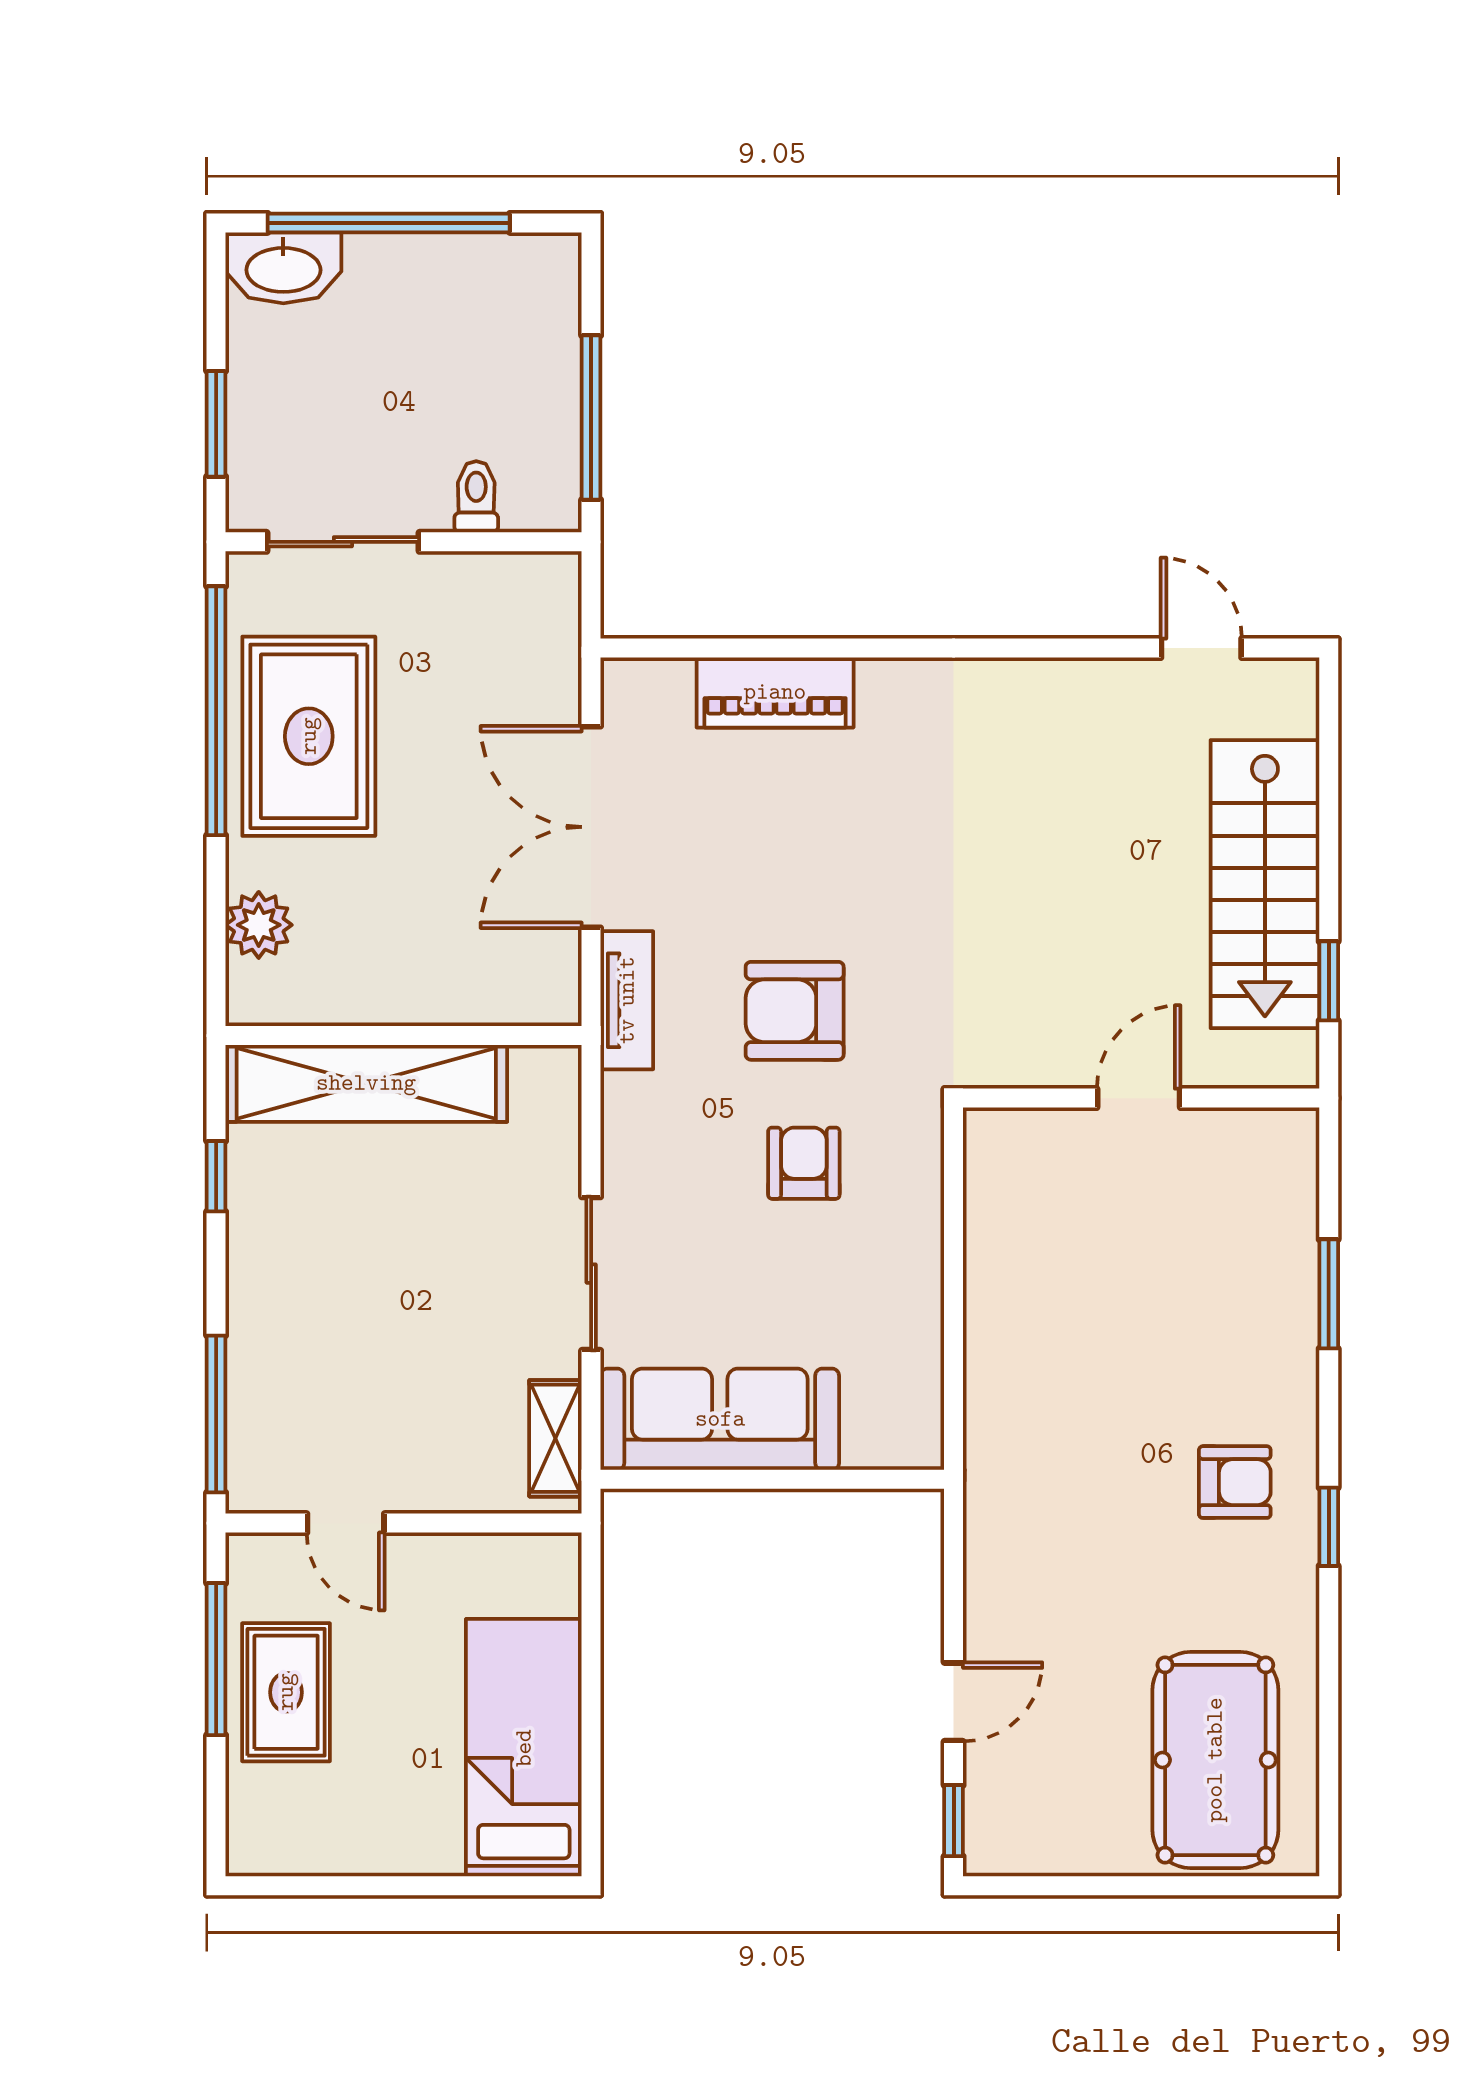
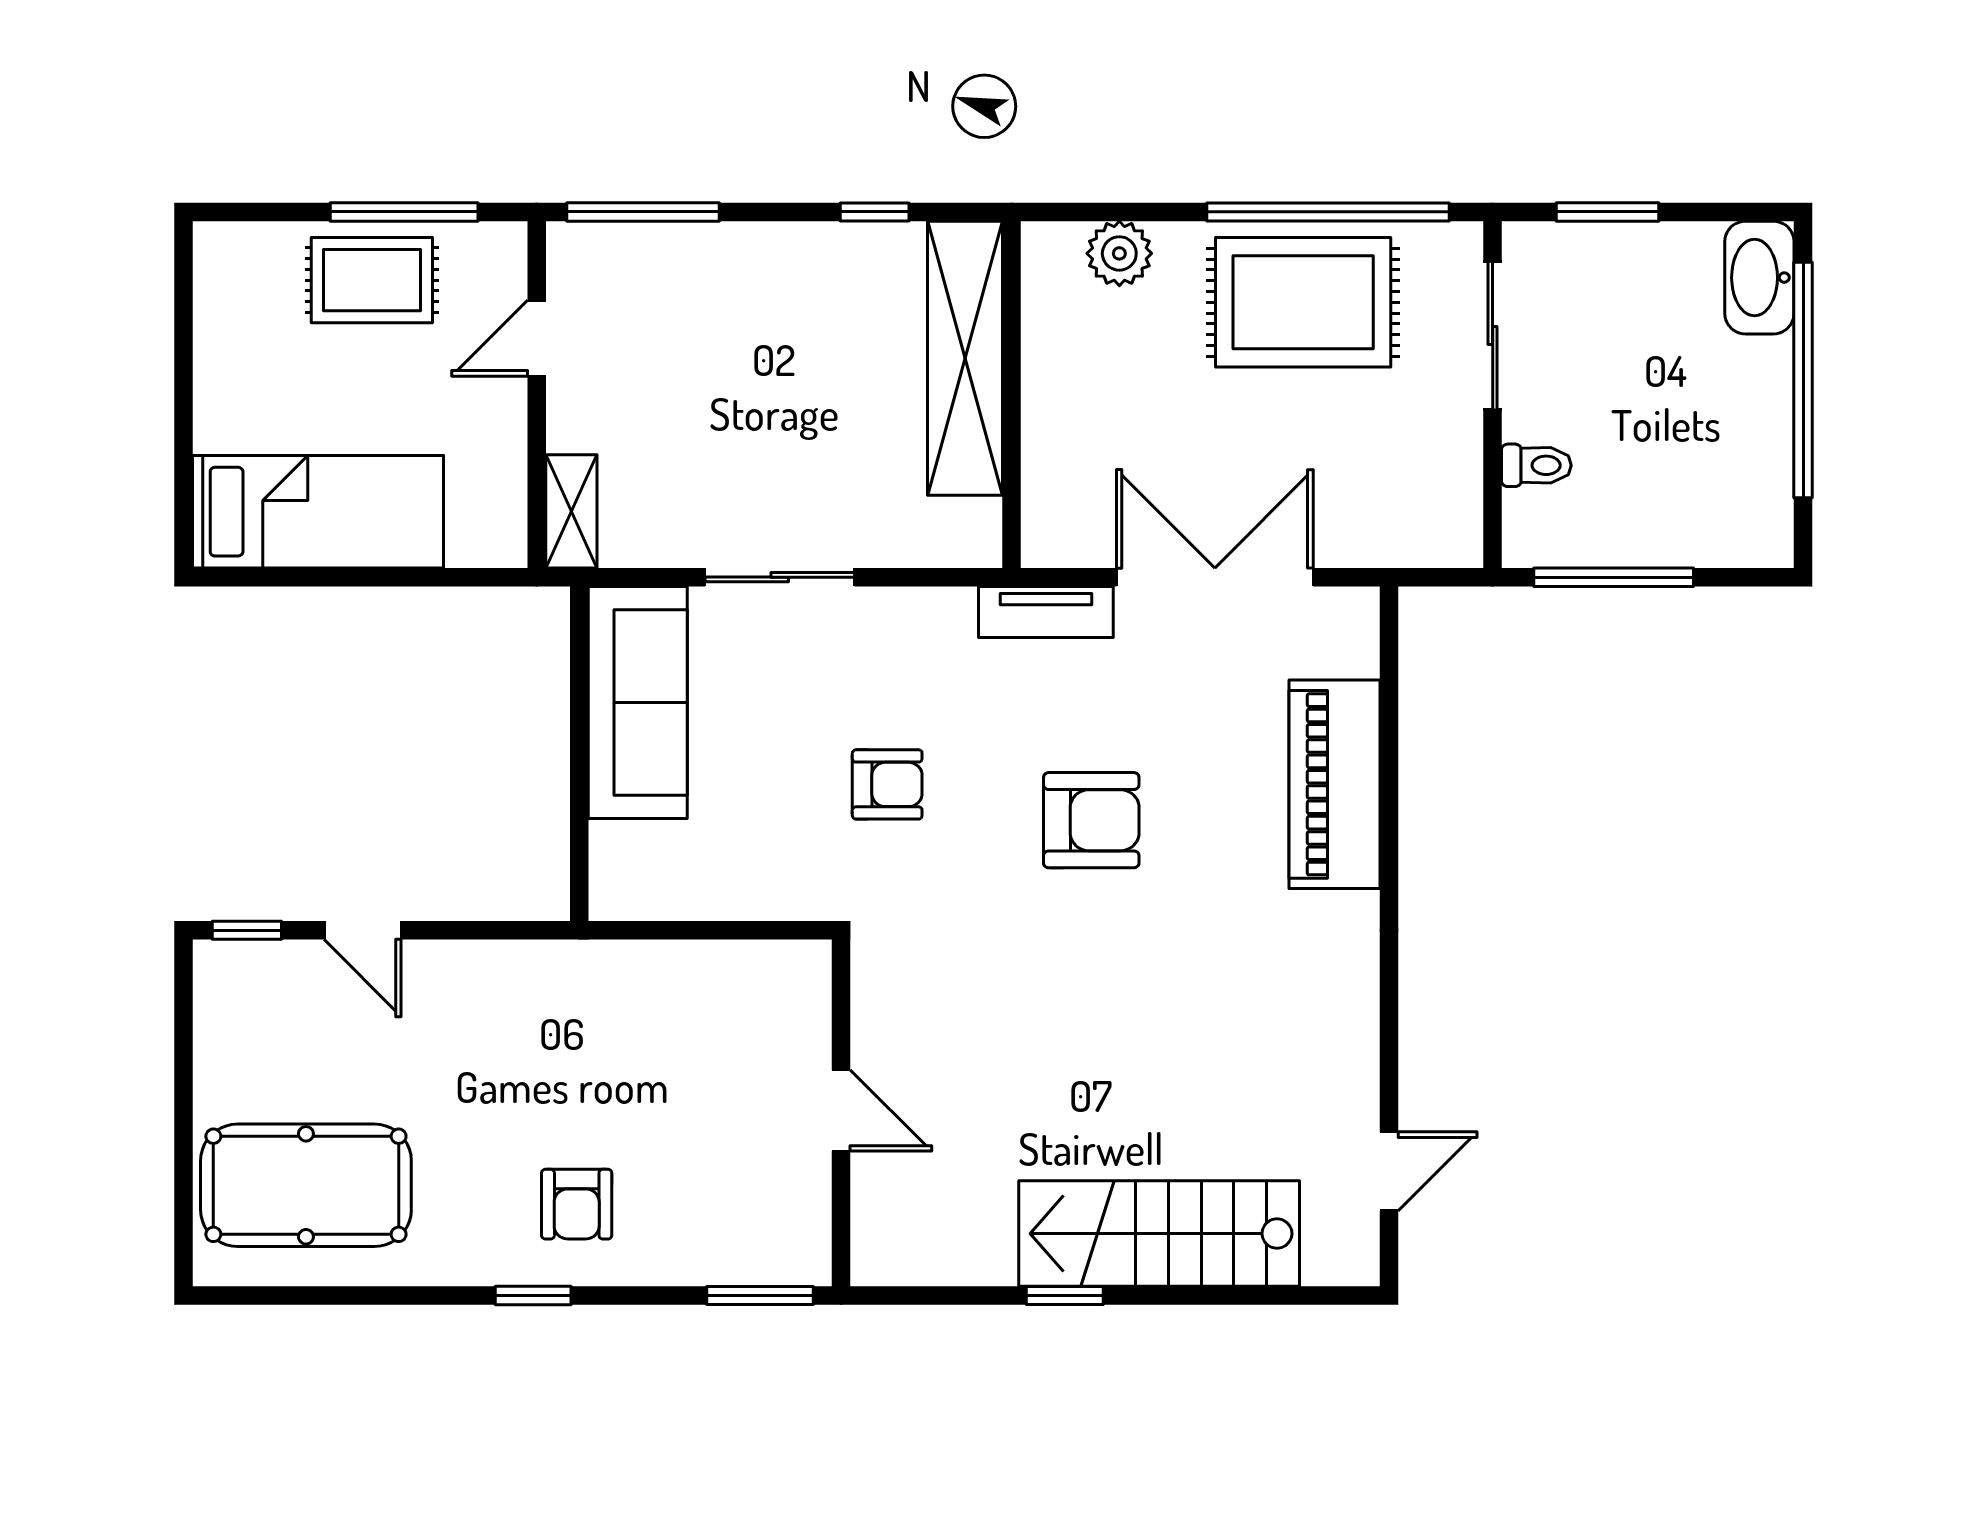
piano: (775, 692) -> (1335, 784), width x1.37, depth x1.33
armchair: (795, 1011) -> (1091, 820), moved, turned 90
door: (1139, 1098) -> (841, 1110), moved
wall: (1141, 1098) -> (841, 1113), moved
shelving: (555, 1438) -> (571, 511), moved, turned 90

